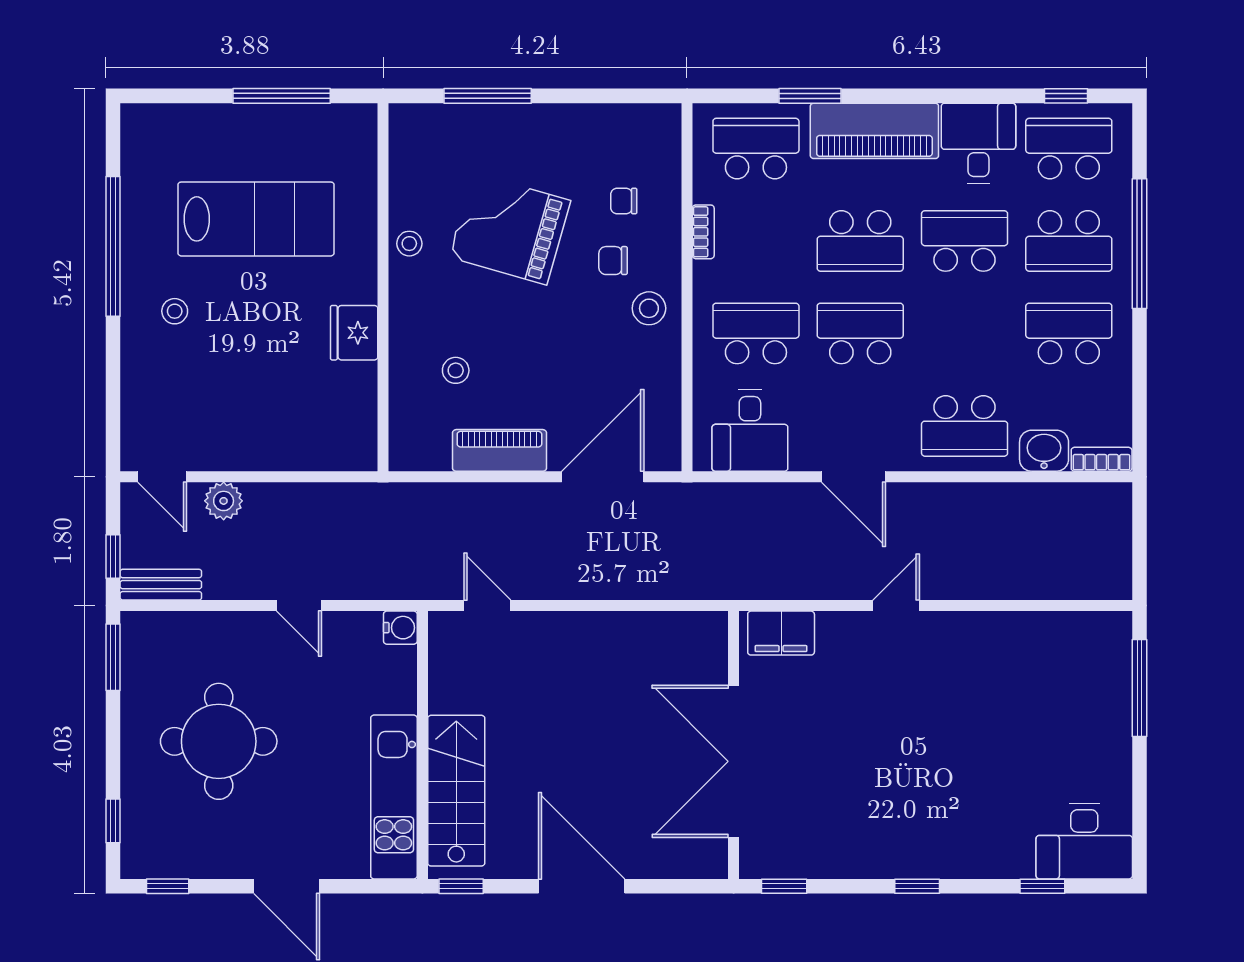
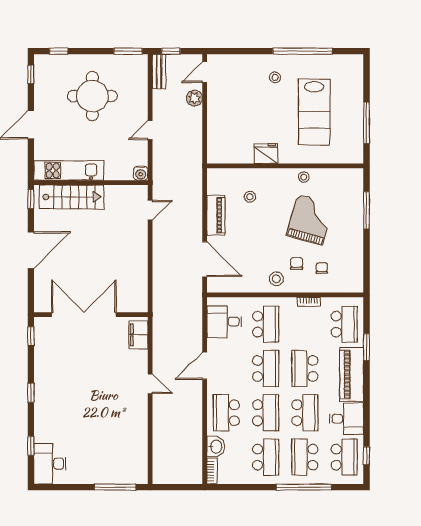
school desk: (965, 333) -> (266, 413), added

